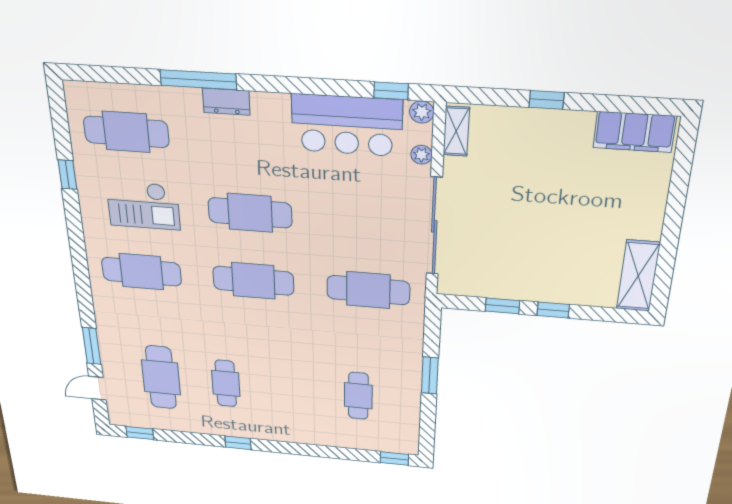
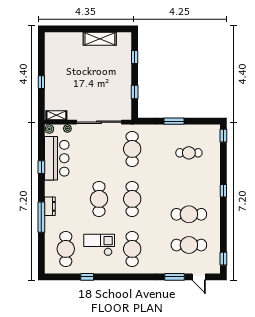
window: (391, 91) -> (41, 167), moved
filing cabinet: (634, 132) -> (52, 48), removed
checkout: (143, 205) -> (99, 245), turned -90
shelving: (638, 276) -> (100, 39), moved
window: (553, 310) -> (135, 57), moved
cafe table: (226, 383) -> (189, 214), width x1.37, depth x1.35
window: (238, 443) -> (223, 191), moved

